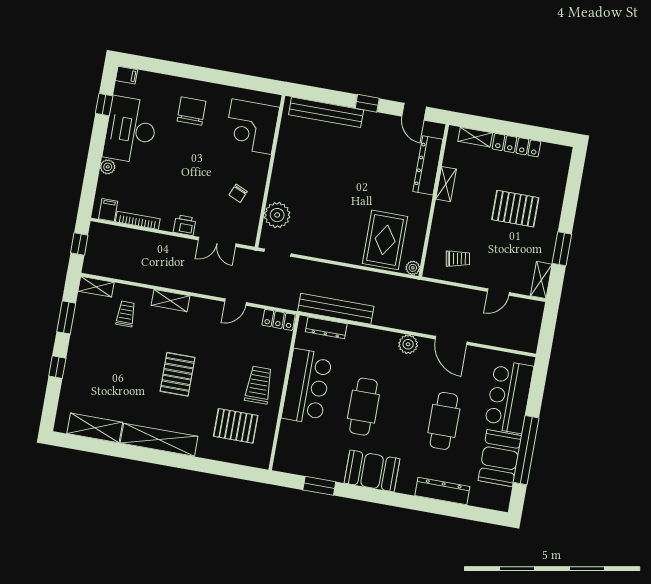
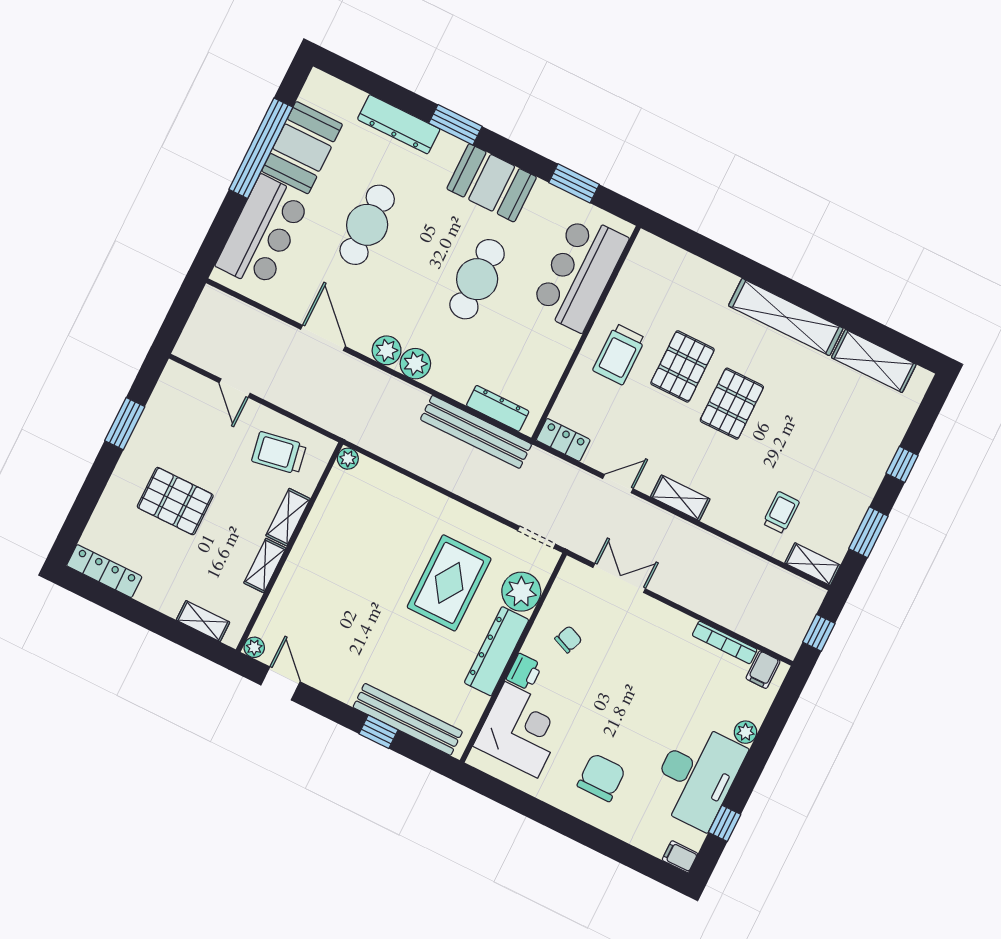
window: (367, 103) -> (378, 732), moved
chair: (191, 111) -> (601, 778), turned 180
plant: (438, 130) -> (254, 647), added
locker: (516, 145) -> (104, 571), moved
dresser: (428, 165) -> (497, 651), moved, turned 180
printer: (185, 225) -> (524, 672), moved, turned -90
rug: (385, 240) -> (449, 583), moved
trolley: (458, 259) -> (279, 453), width x1.36, depth x1.39
shelving: (541, 280) -> (288, 517), moved
door: (498, 292) -> (235, 388), swing flipped
shelving: (171, 301) -> (680, 498), moved
trolley: (126, 314) -> (781, 513), turned 180
plant: (387, 341) -> (415, 364), added
bar counter: (307, 386) -> (579, 273), moved
pallet: (236, 426) -> (683, 366), moved, turned 90
window: (406, 501) -> (455, 125), added

